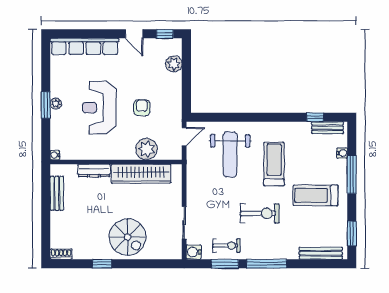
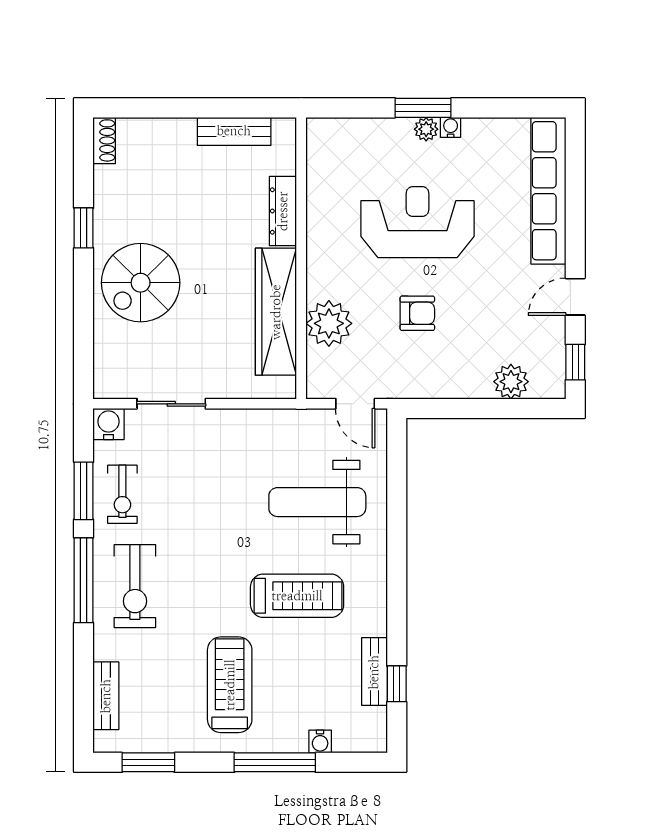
bench: (328, 128) -> (374, 672), moved
water cooler: (55, 155) -> (451, 127), moved
exercise bike: (260, 213) -> (135, 586), moved
bench: (321, 253) -> (106, 696), width x0.73

